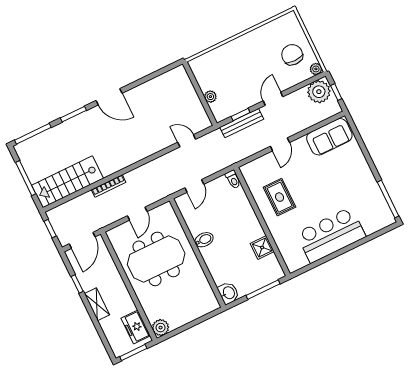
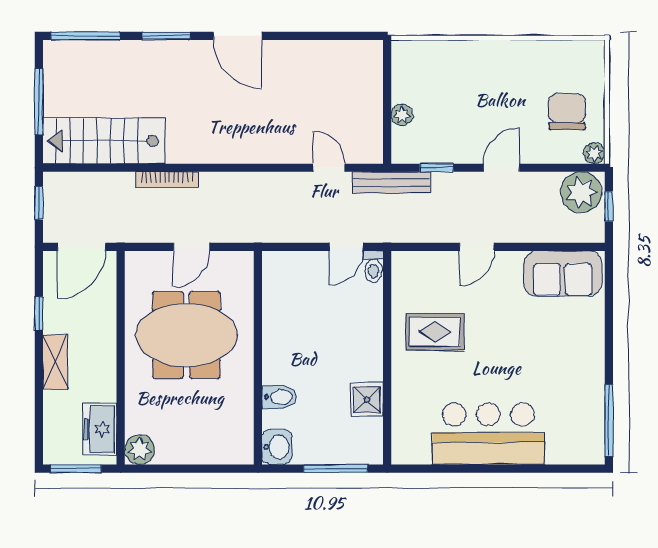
bench: (242, 123) -> (391, 183), moved
door: (194, 186) -> (346, 247), moved
rug: (280, 197) -> (435, 332), turned 90
bidet: (204, 240) -> (279, 397), moved

